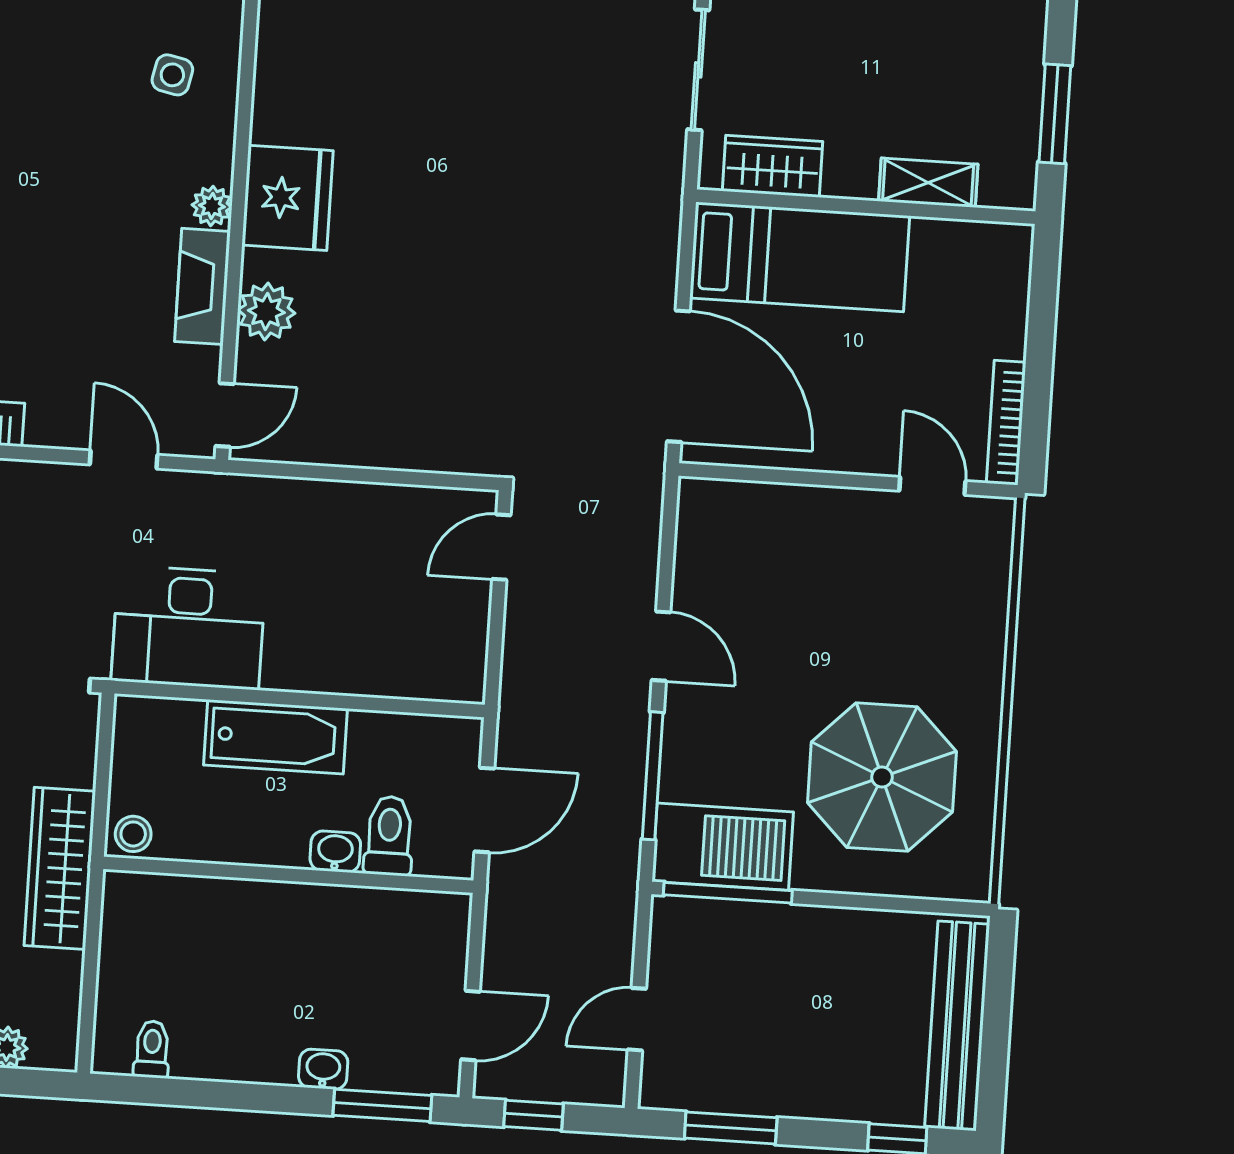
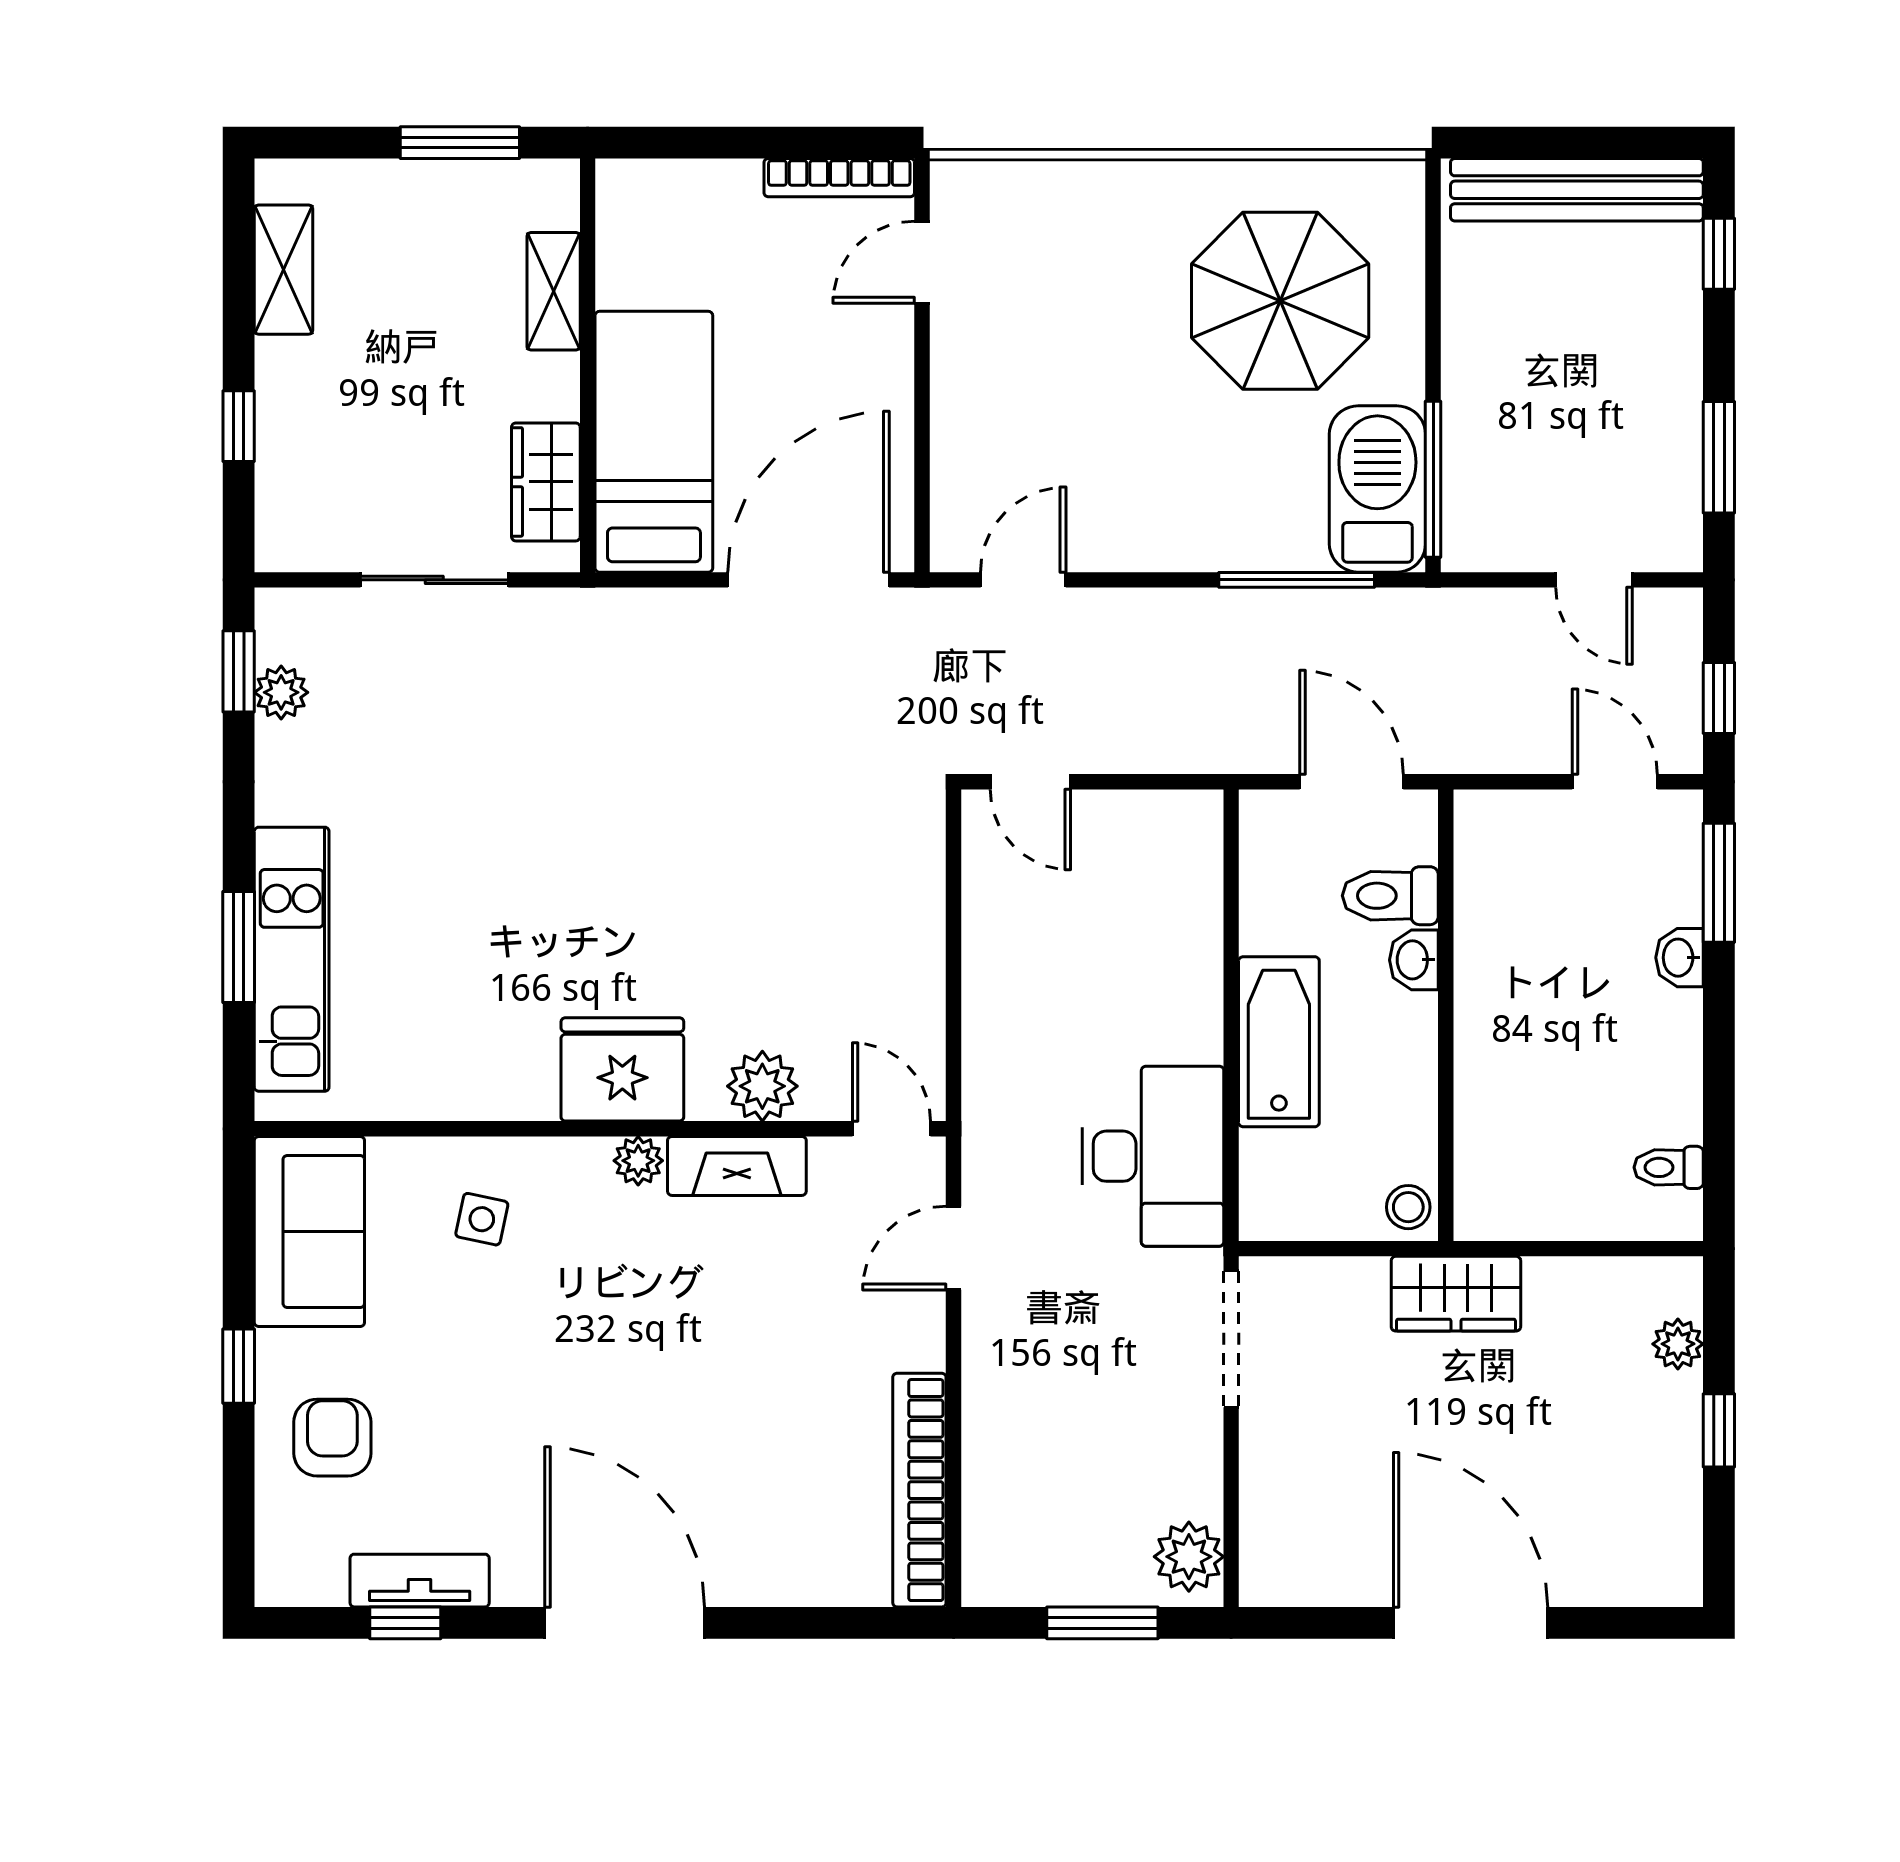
door: (661, 646) -> (1023, 580), moved
wardrobe: (60, 868) -> (1456, 1294), width x0.67

